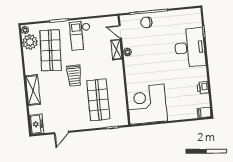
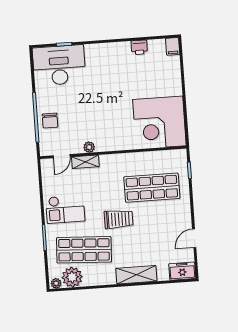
desk: (190, 48) -> (59, 65), moved
door: (61, 132) -> (194, 238), swing flipped

